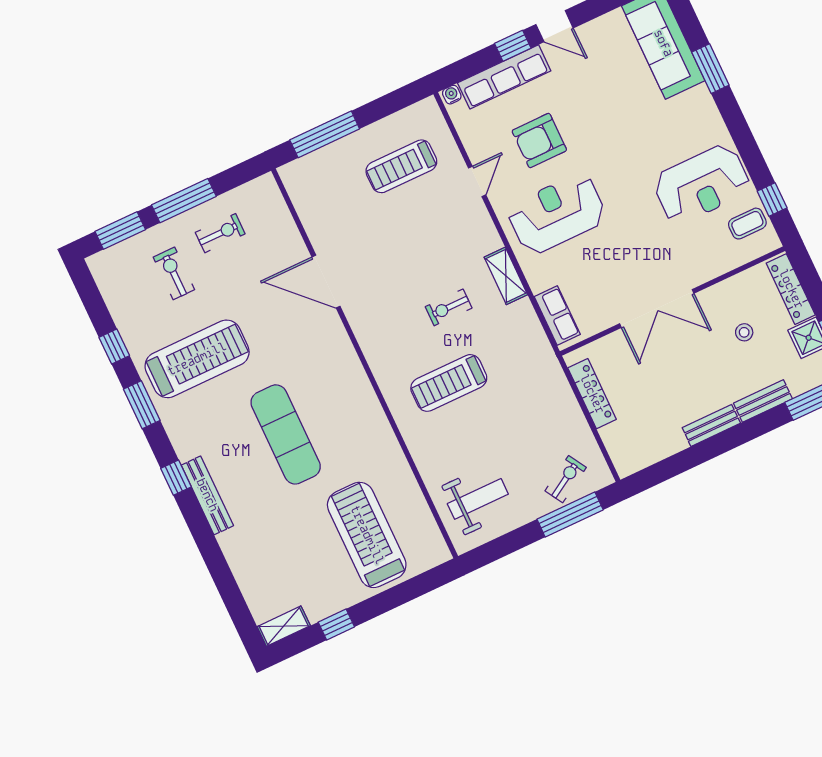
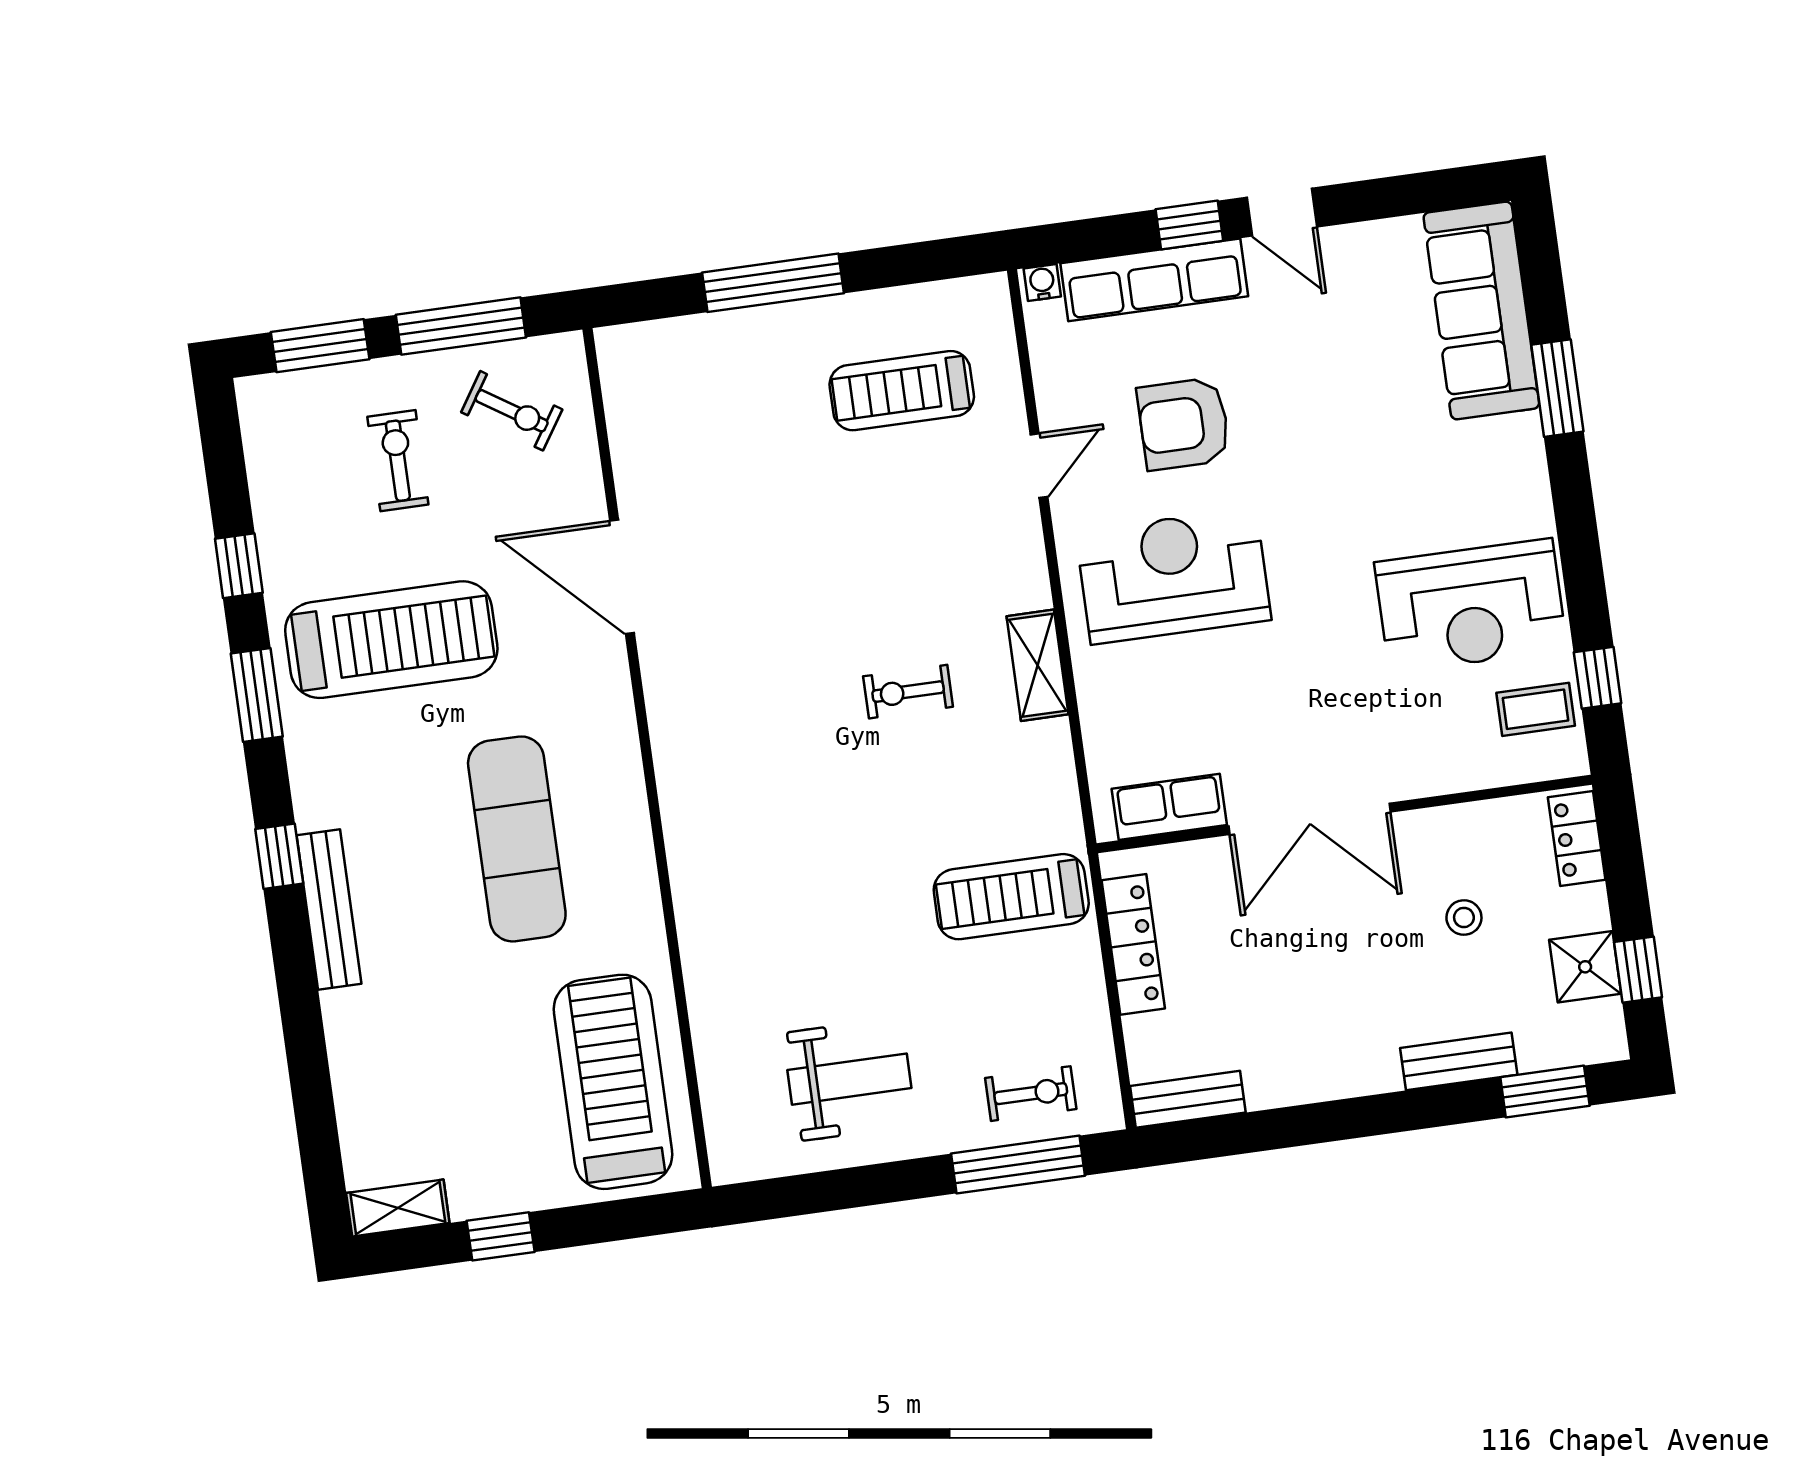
exercise bike: (220, 233) -> (512, 411), turned 33
door: (326, 282) -> (622, 577), moved
locker: (791, 289) -> (1577, 838), width x0.66
row of seats: (557, 316) -> (1169, 807), moved, turned -90
wall: (365, 363) -> (647, 758), moved
treadmill: (449, 383) -> (1011, 897), moved
bench: (711, 425) -> (1188, 1099), moved
exercise bike: (566, 479) -> (1031, 1094), turned 31

